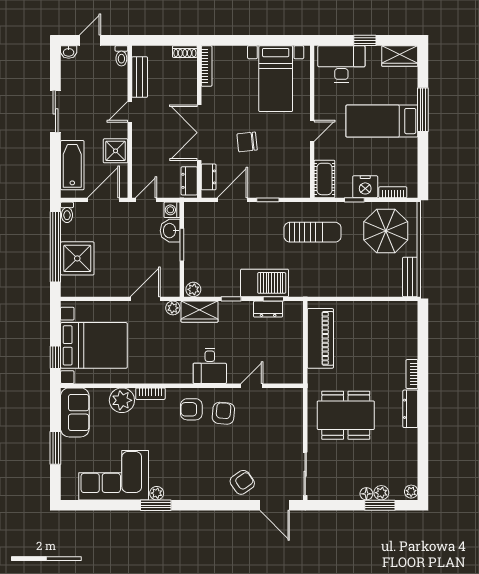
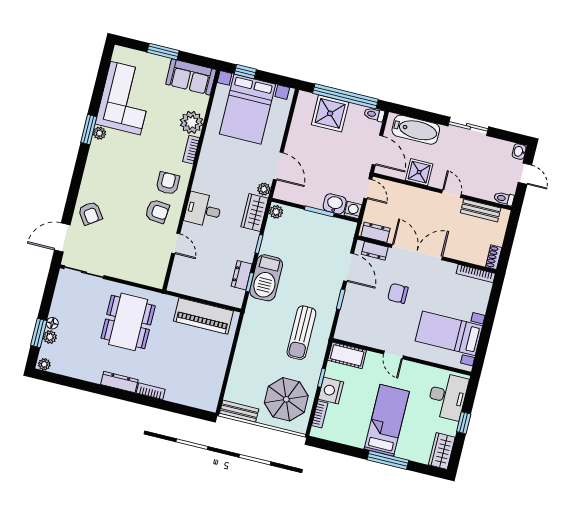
chair: (247, 142) -> (398, 293), turned -84

